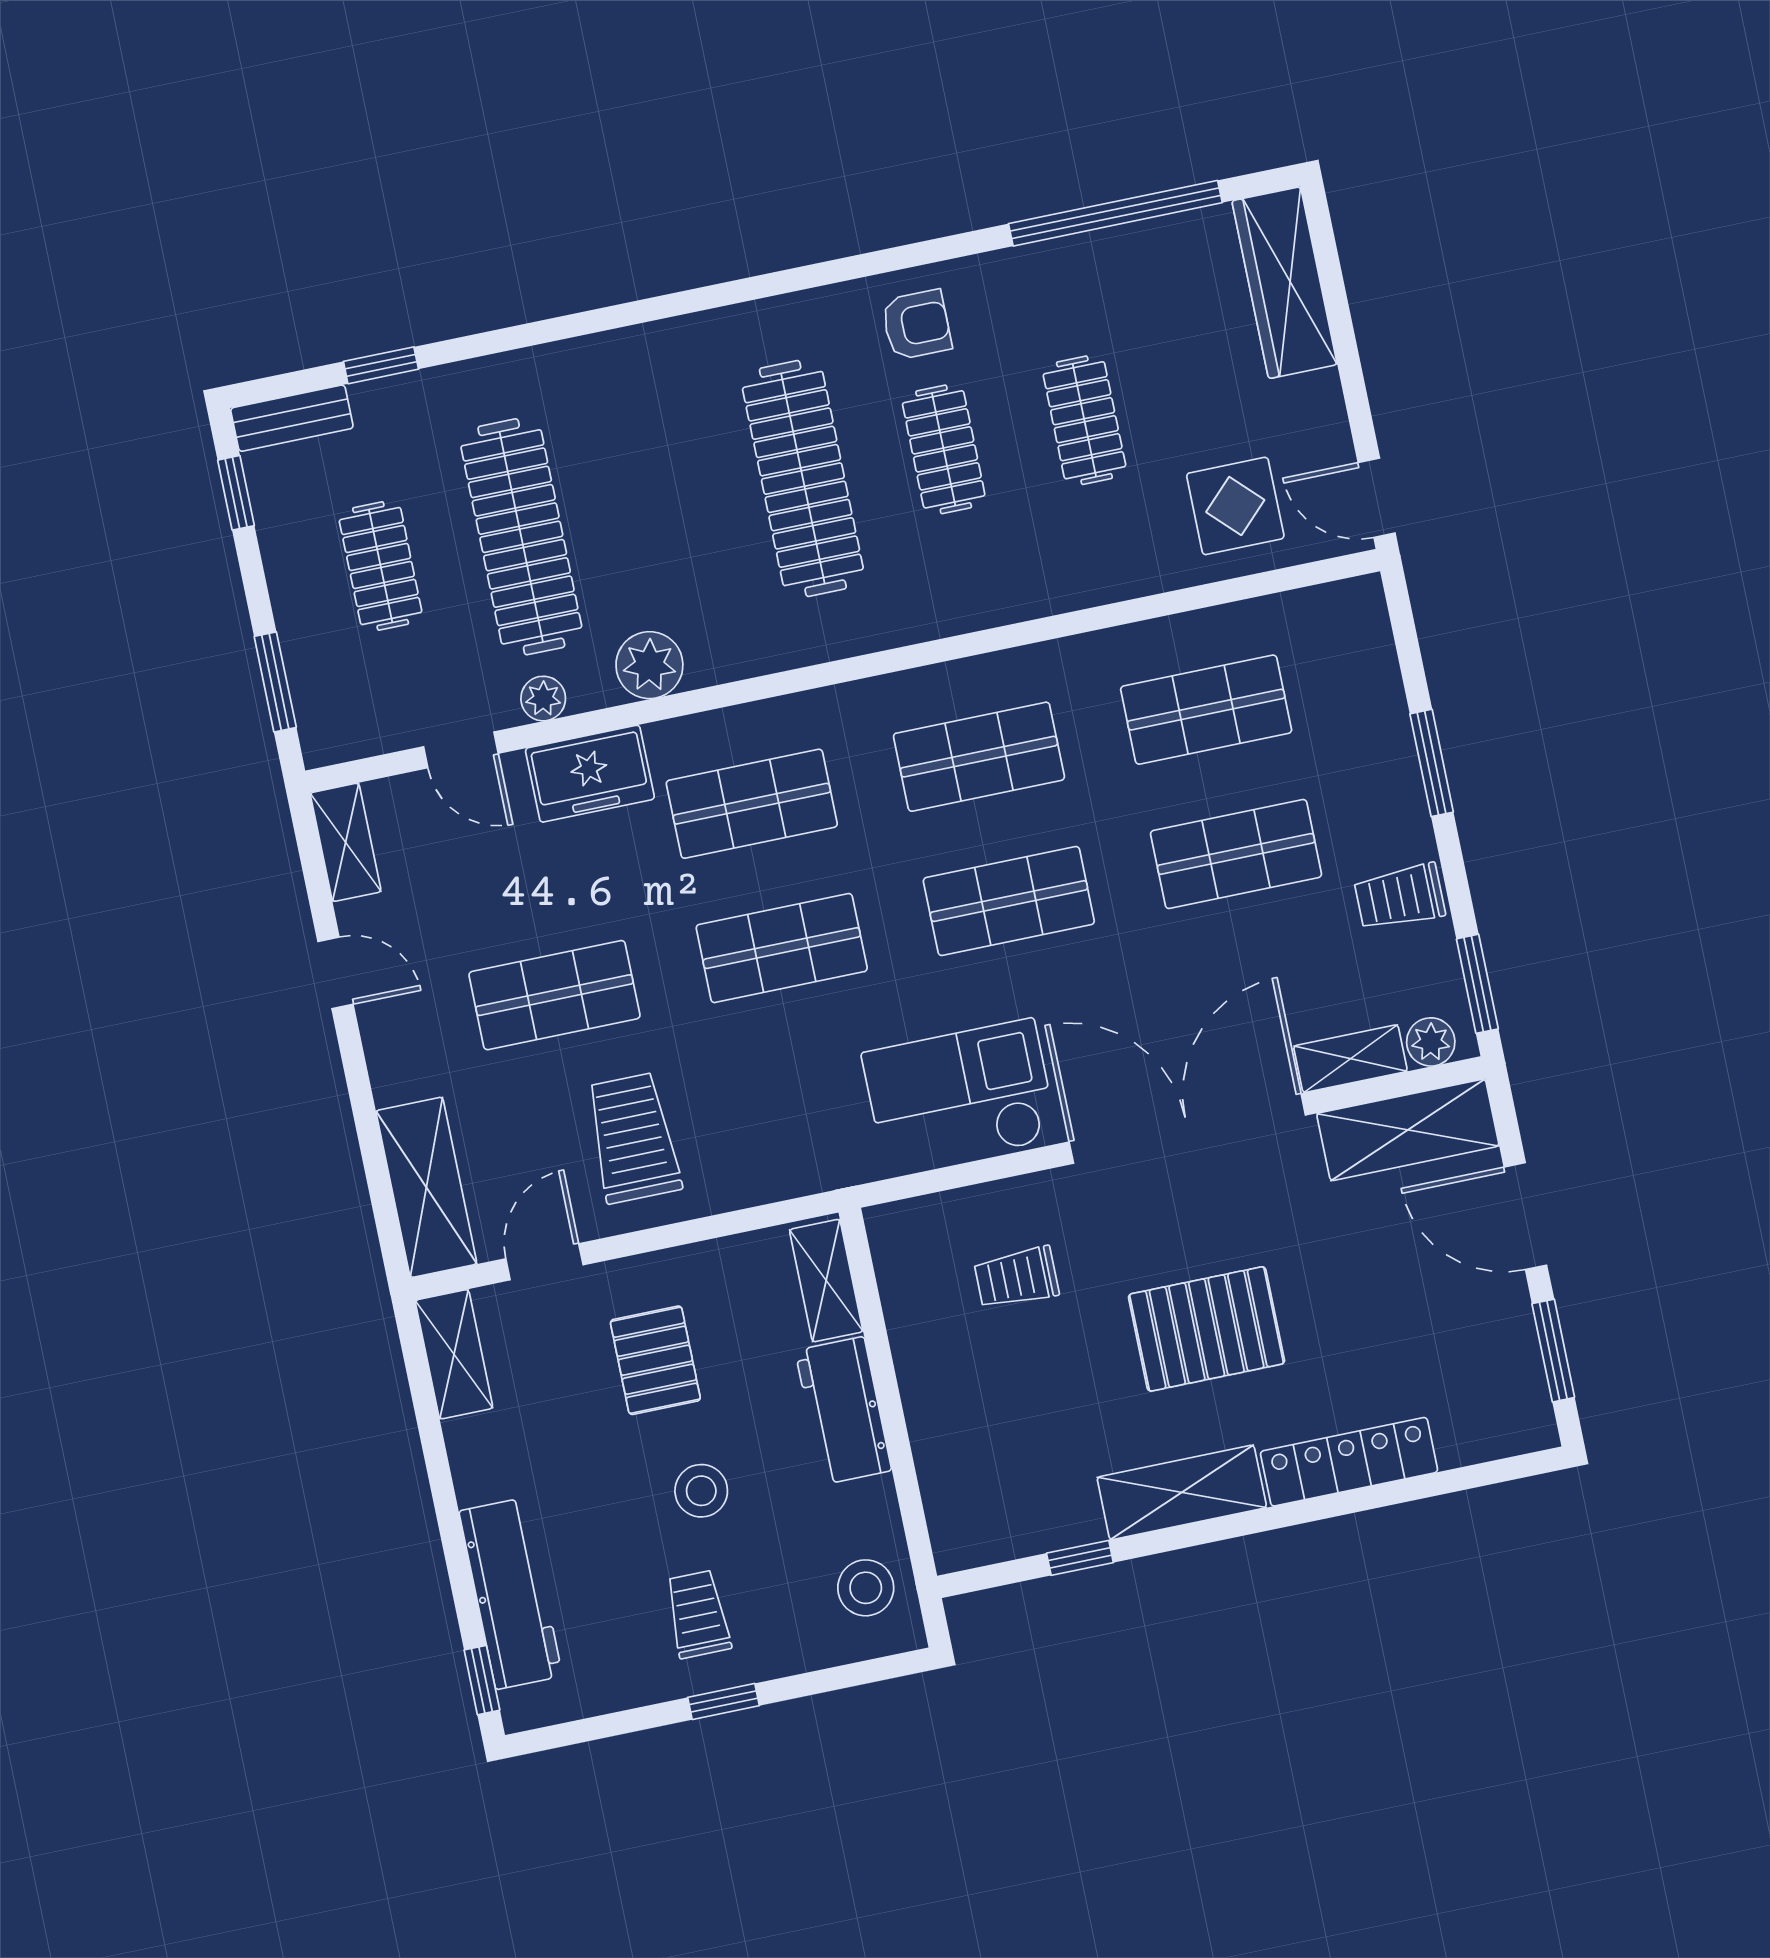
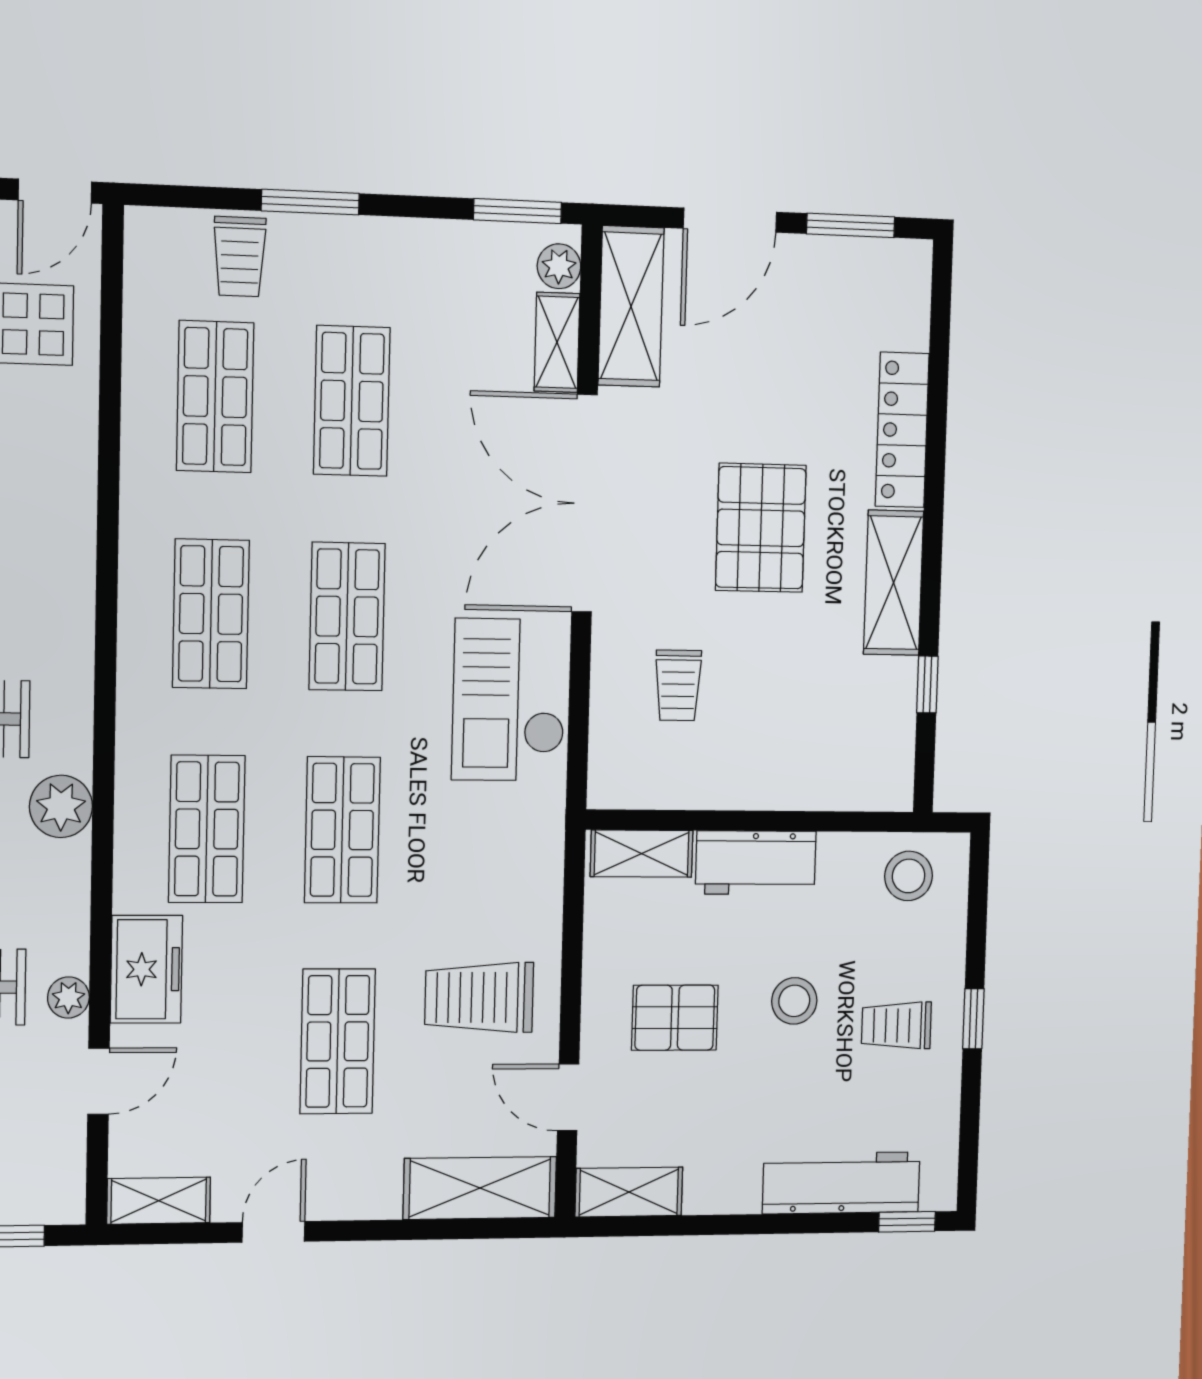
plant: (649, 665) -> (61, 806), moved
trolley: (1400, 897) -> (240, 257), moved

